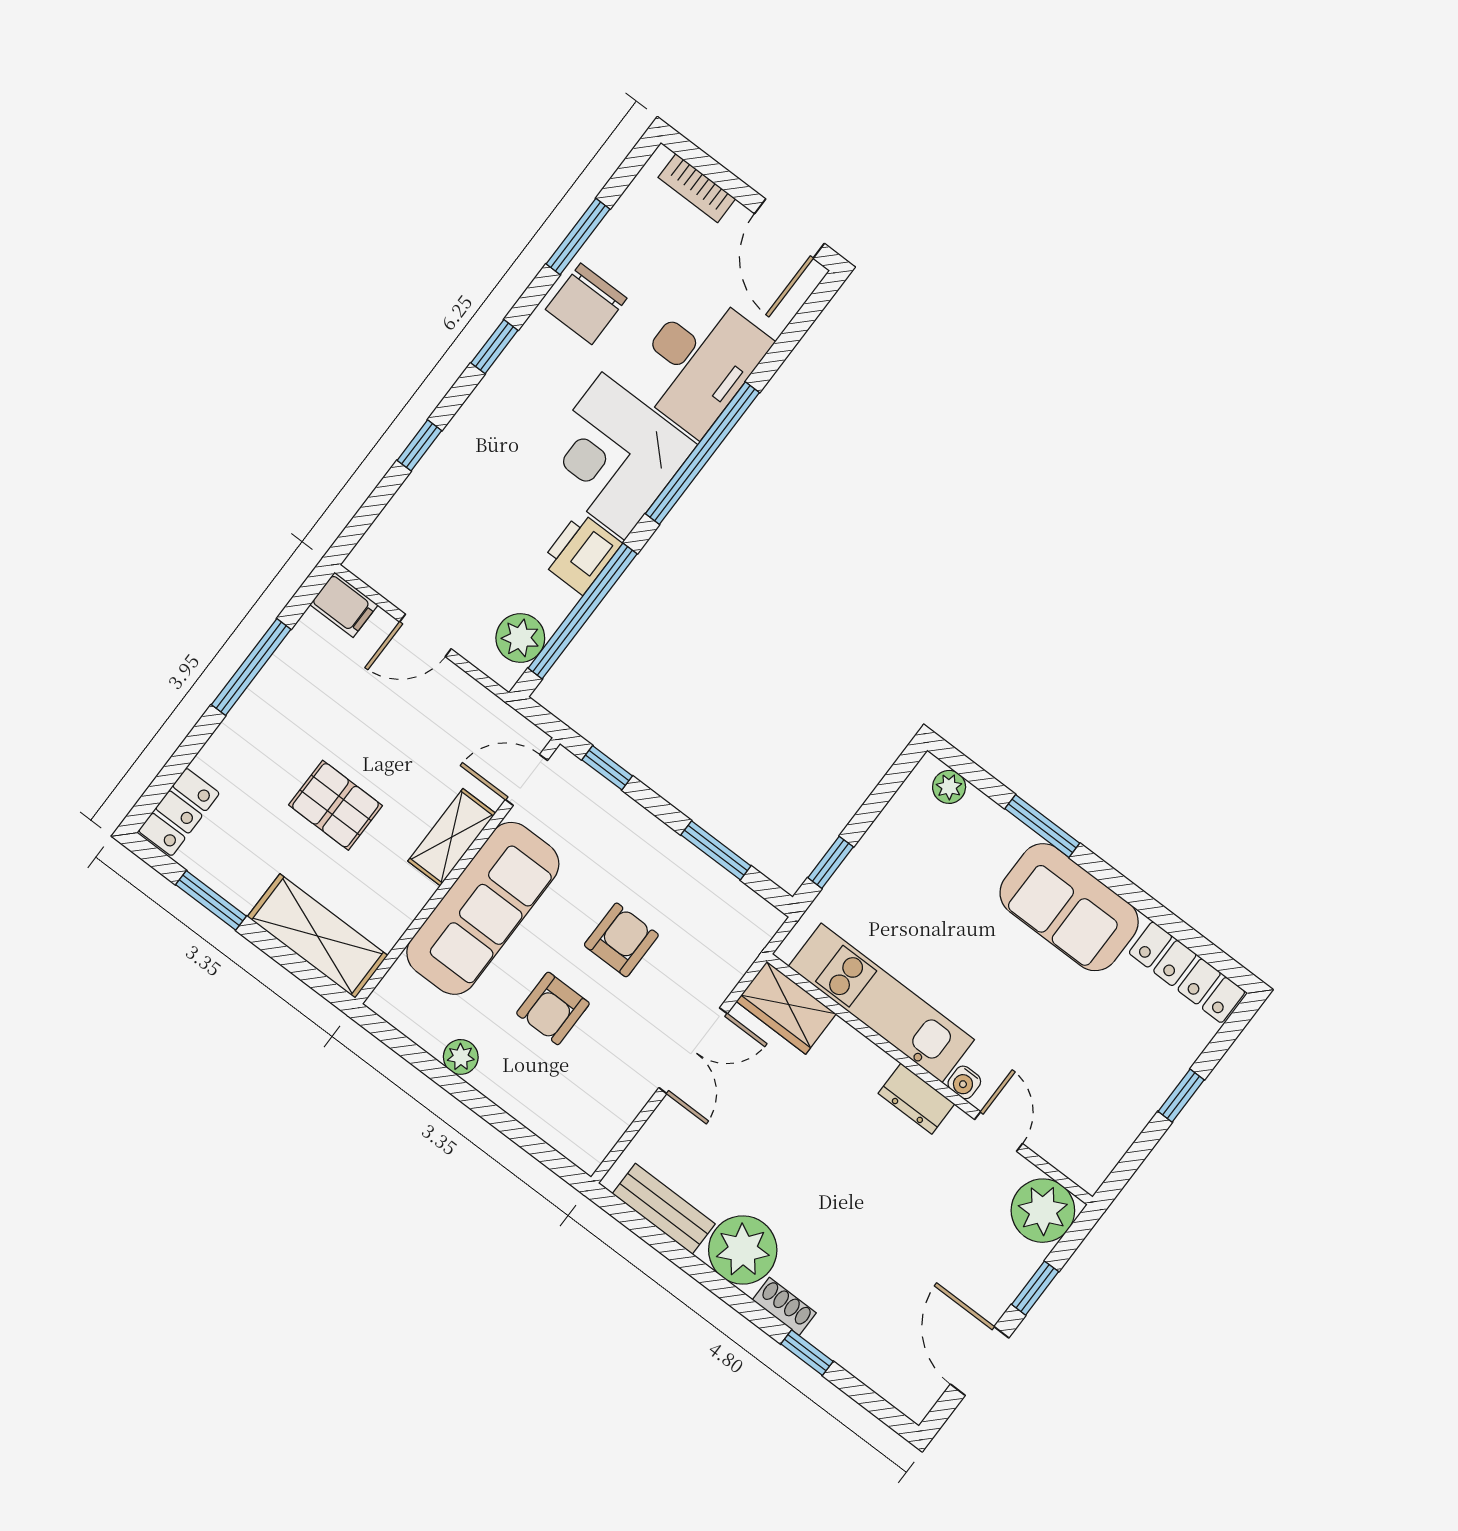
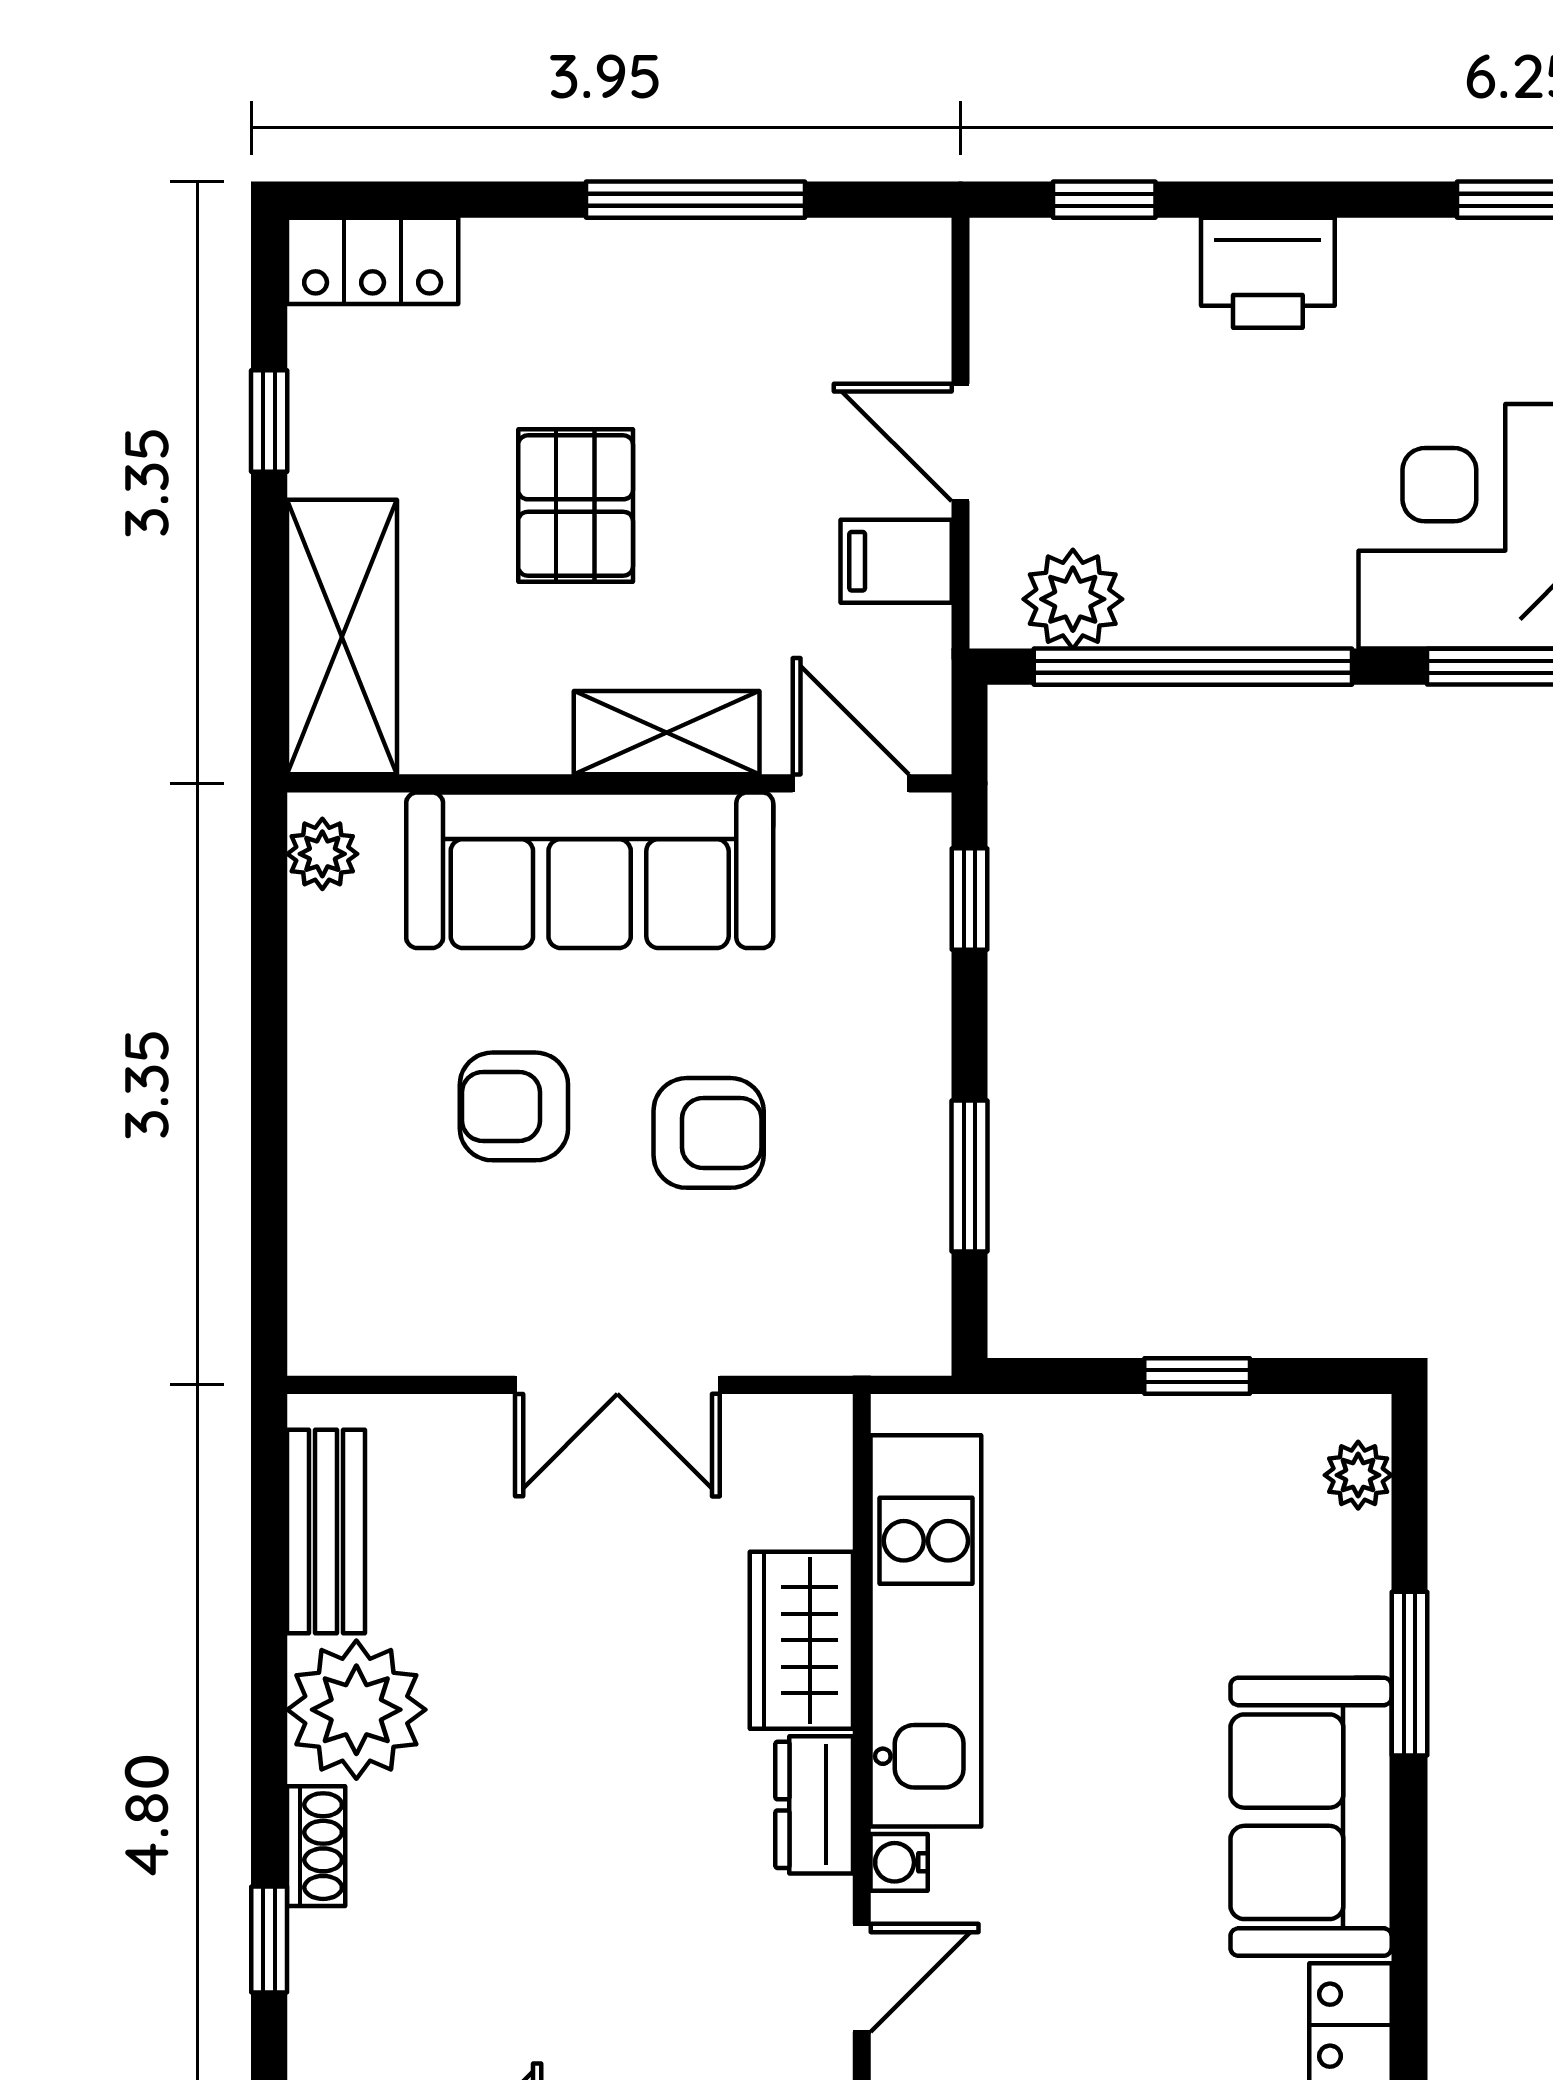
window: (419, 445) -> (1104, 200), moved
printer: (581, 553) -> (1268, 273), moved, turned 180
filing cabinet: (344, 605) -> (896, 561), moved, turned 90
window: (831, 862) -> (1197, 1376), moved
window: (211, 900) -> (269, 421), width x0.67
wardrobe: (786, 1008) -> (801, 1640), moved
plant: (461, 1057) -> (322, 854), moved

